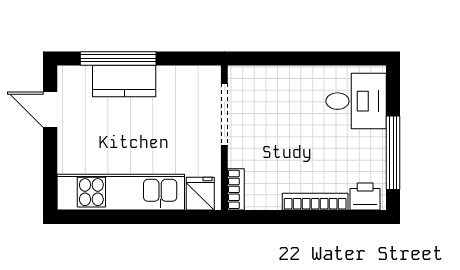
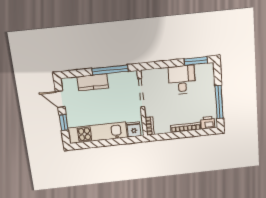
window: (118, 58) -> (110, 70), moved
window: (348, 58) -> (196, 61), added
desk: (356, 101) -> (182, 80), moved, turned -90
window: (50, 161) -> (64, 122), added

